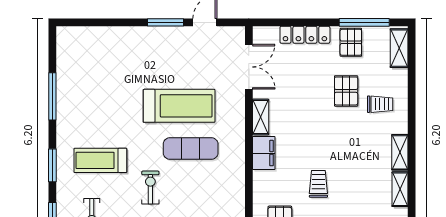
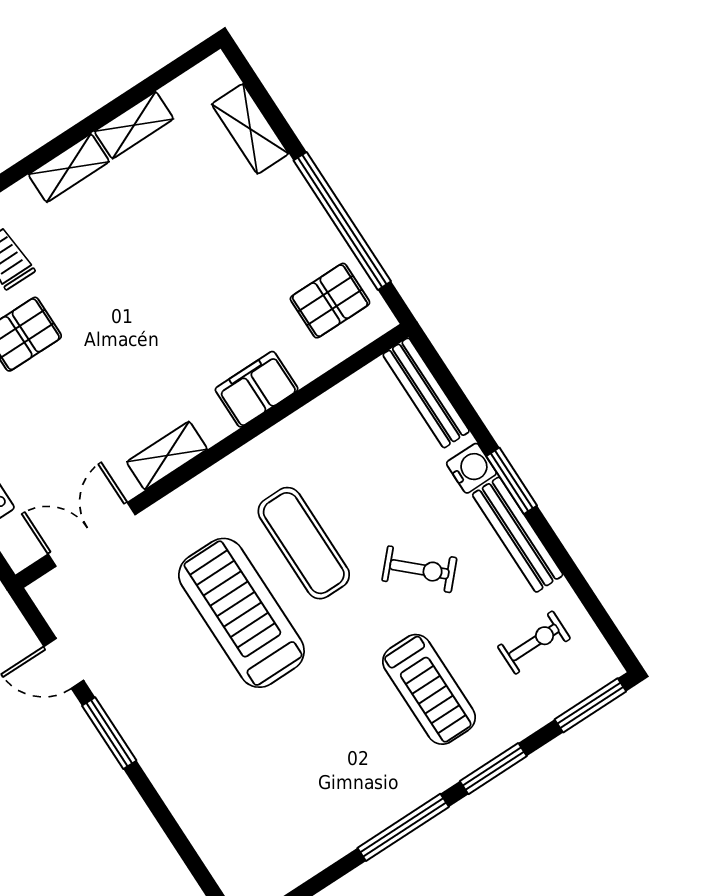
window: (52, 96) -> (403, 827), moved
filing cabinet: (264, 153) -> (257, 389), moved
trolley: (318, 184) -> (219, 276), removed
exercise bike: (150, 188) -> (419, 569), turned -137

